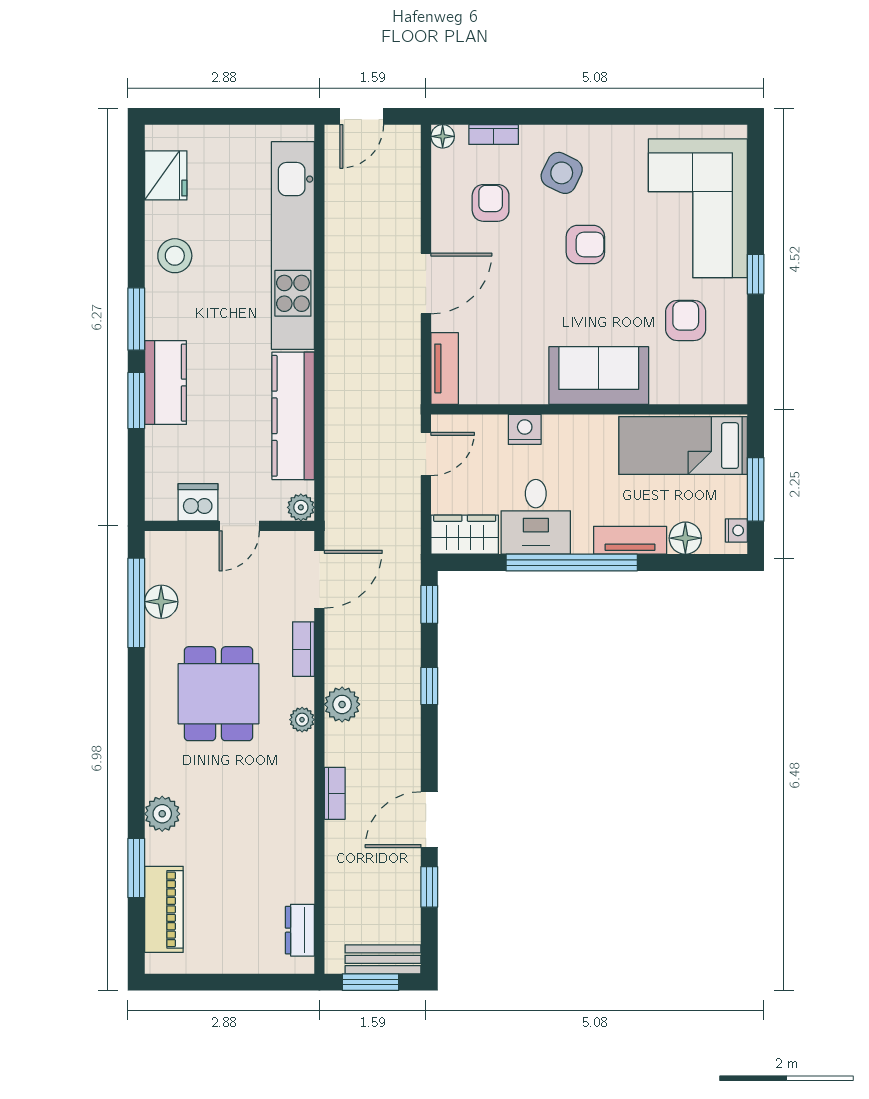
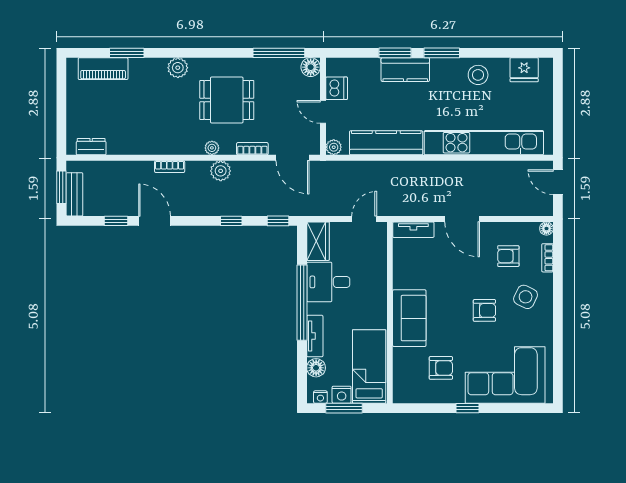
armchair: (491, 203) -> (508, 256), turned 180
armchair: (585, 244) -> (484, 310), turned -90
nightstand: (525, 429) -> (342, 395), moved, turned 90
door: (426, 454) -> (364, 219), swing flipped
floor lamp: (161, 602) -> (311, 67), moved
plant: (162, 814) -> (178, 68), moved

